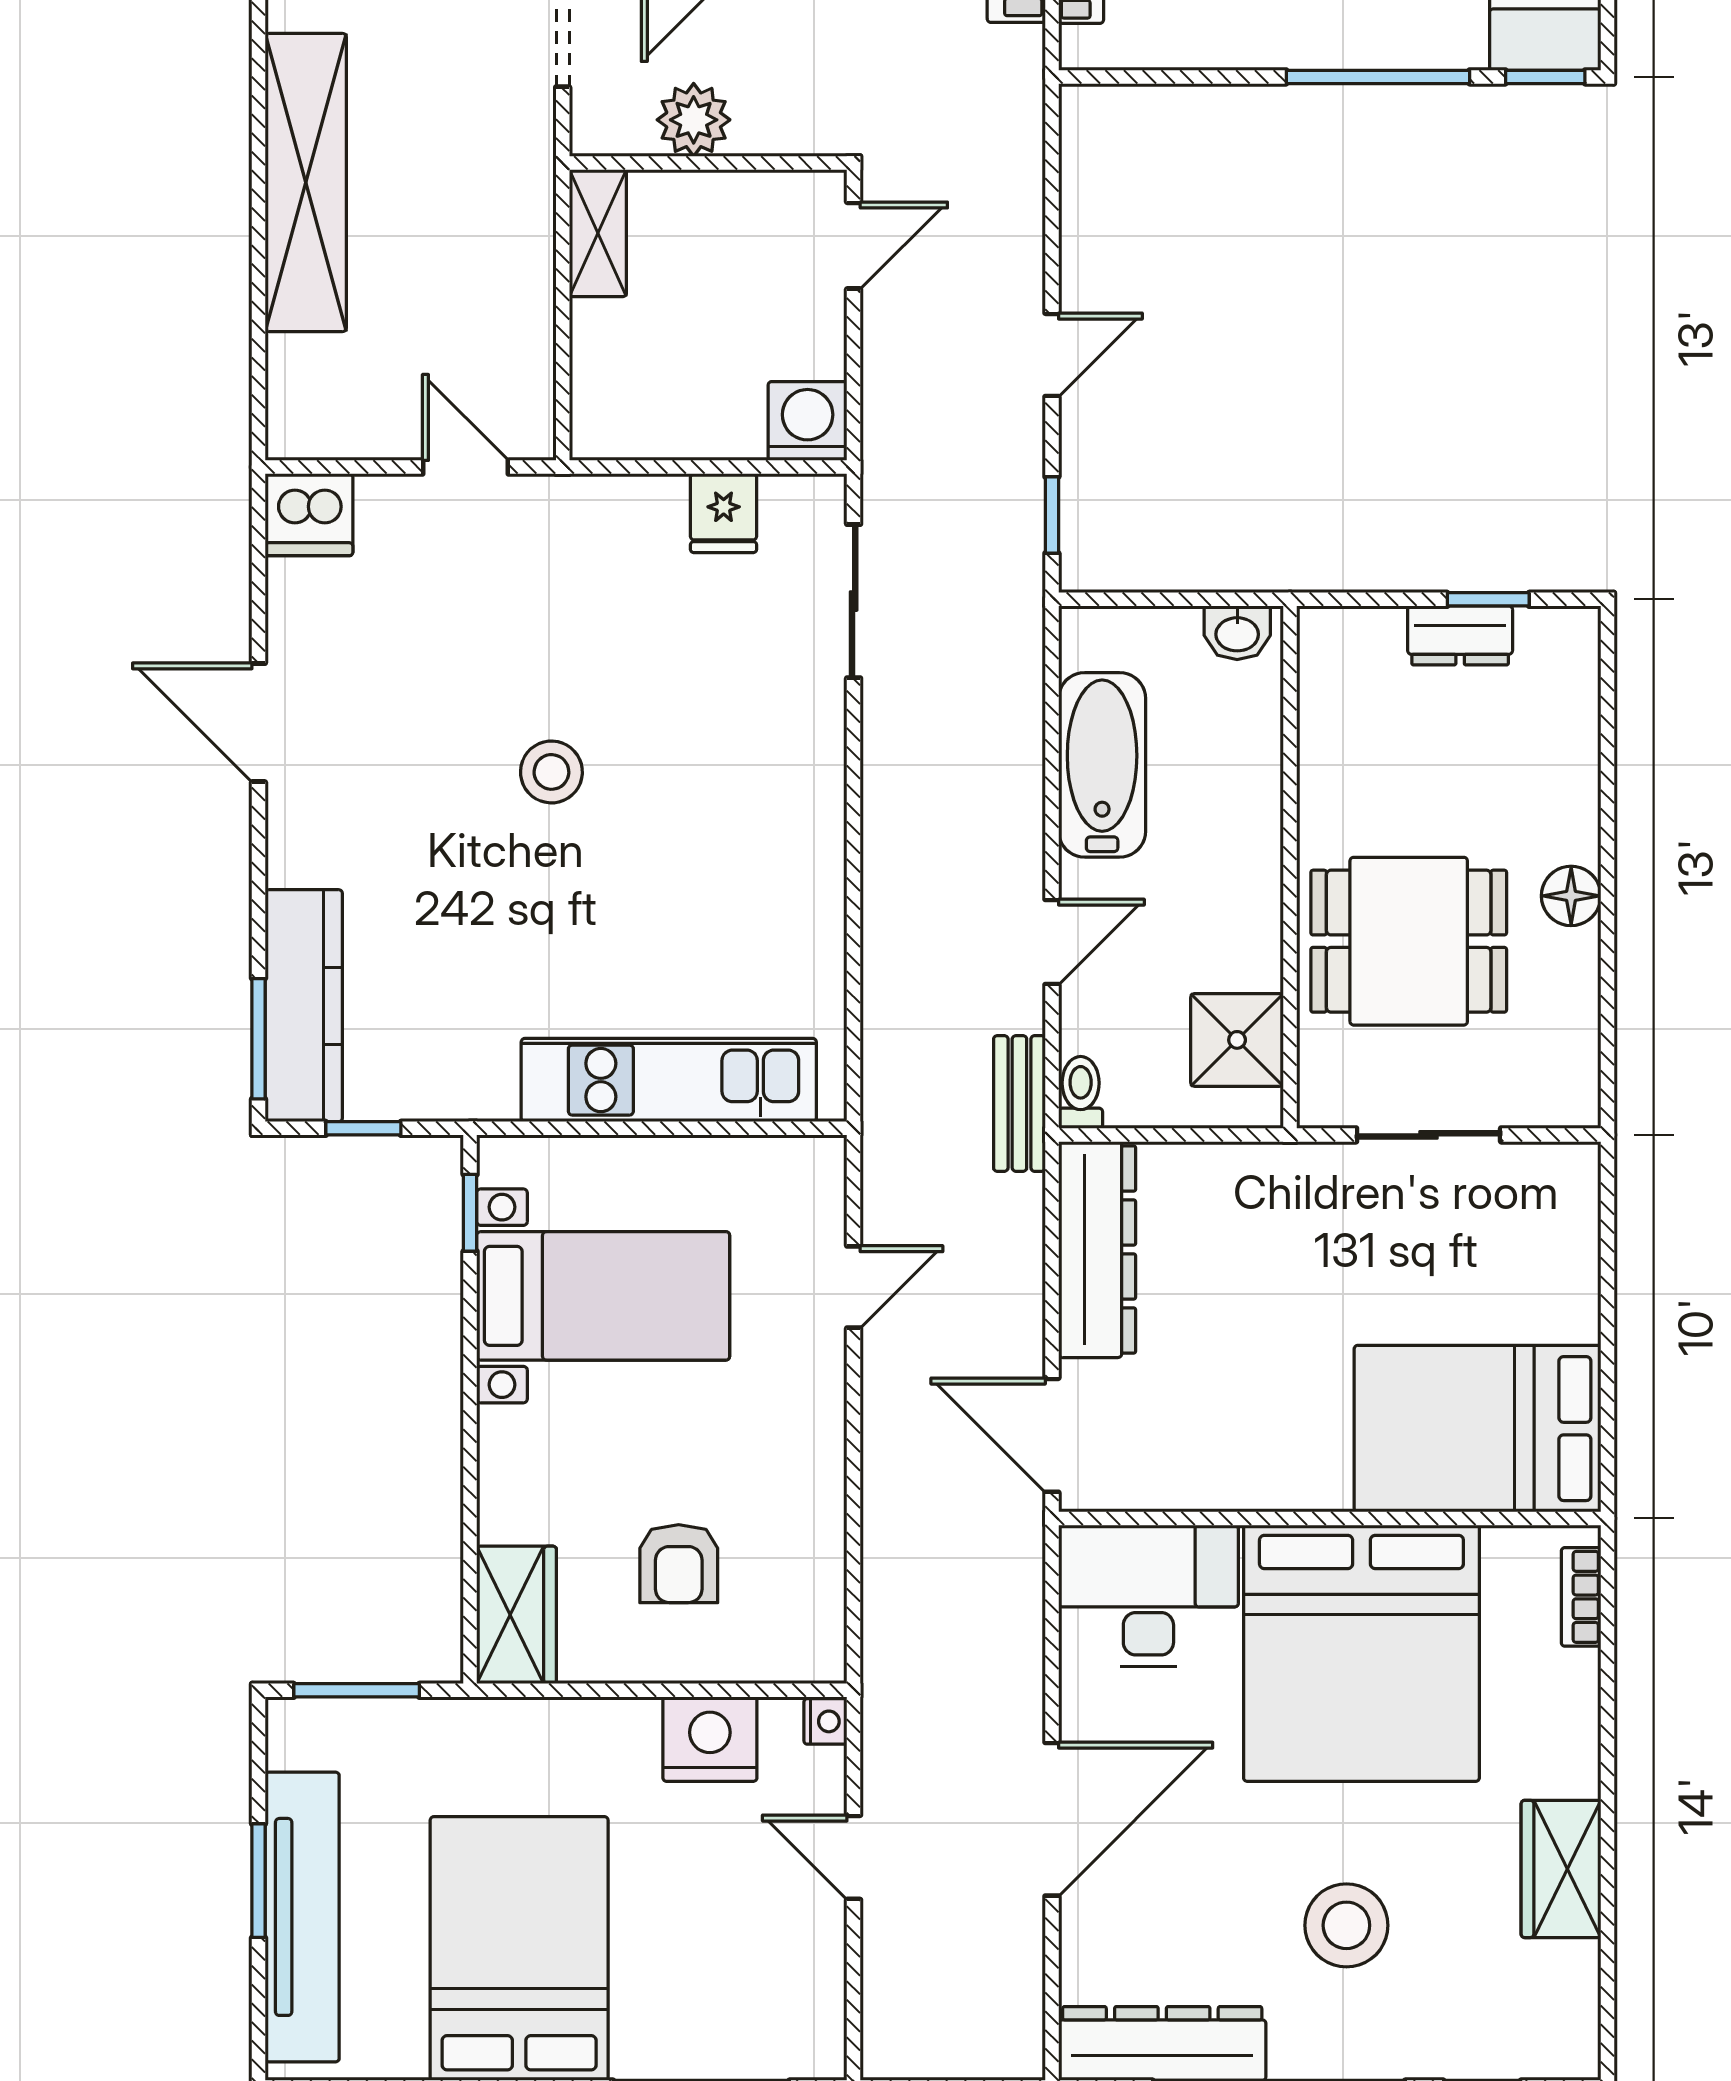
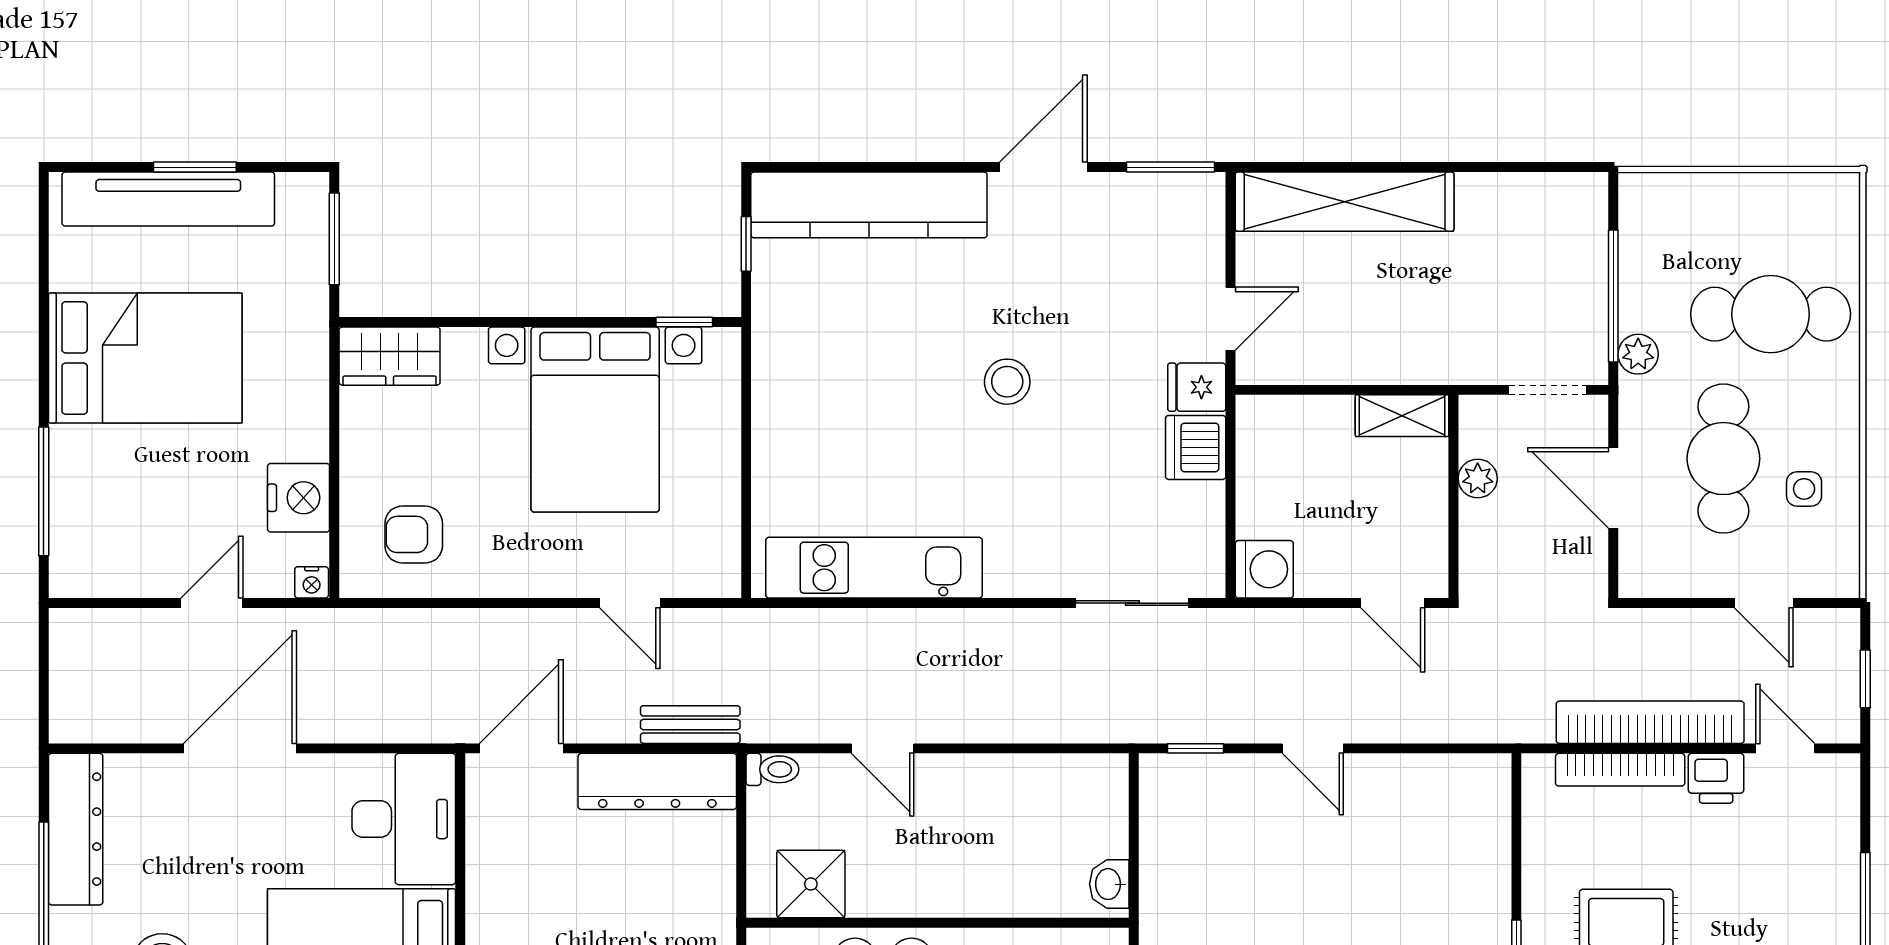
plant: (694, 120) -> (1478, 478), width x0.73, depth x0.73
shelving: (306, 183) -> (1345, 202), moved
fridge: (724, 513) -> (1197, 387), moved
dishwasher: (309, 515) -> (1196, 447), moved
bathtub: (1102, 765) -> (1012, 785), removed
kitchen counter: (304, 1006) -> (869, 205), width x1.39, depth x1.17
window: (258, 1039) -> (1171, 167), moved
kitchen unit: (669, 1080) -> (874, 568), moved, turned -90
bench: (1019, 1103) -> (690, 725), moved
bed with nightstands: (603, 1296) -> (595, 420), width x1.36
armchair: (679, 1564) -> (414, 534), moved
door: (1052, 1819) -> (240, 748), swing flipped

